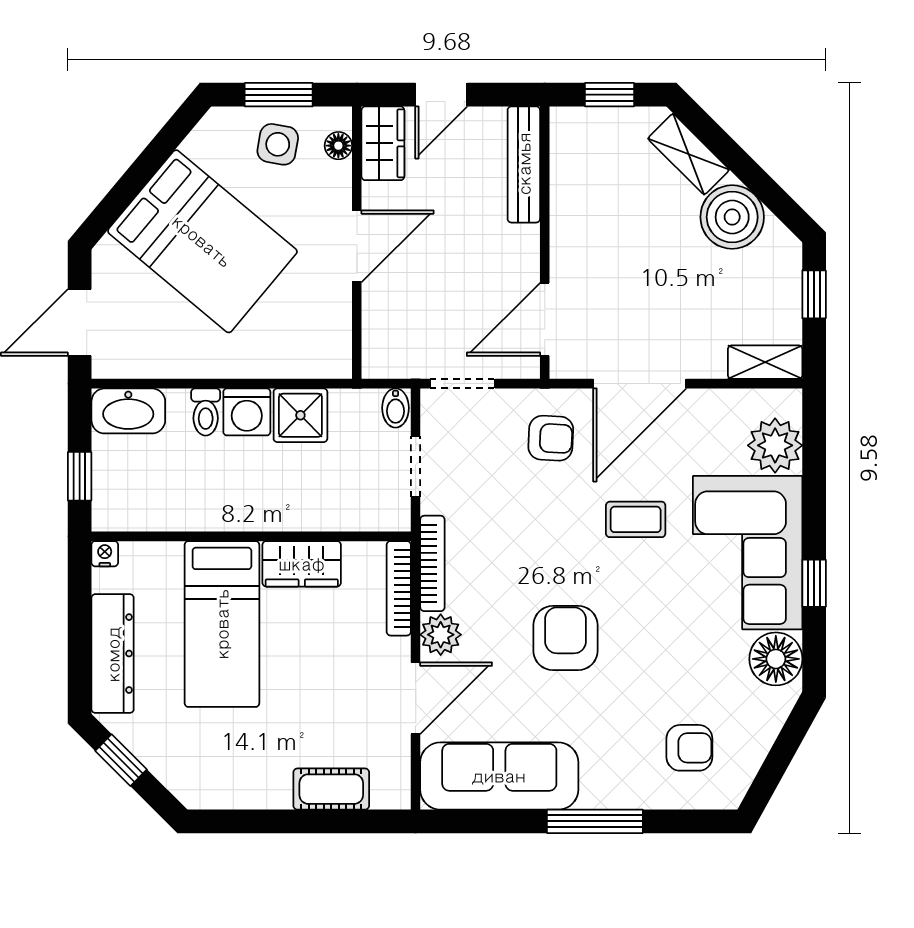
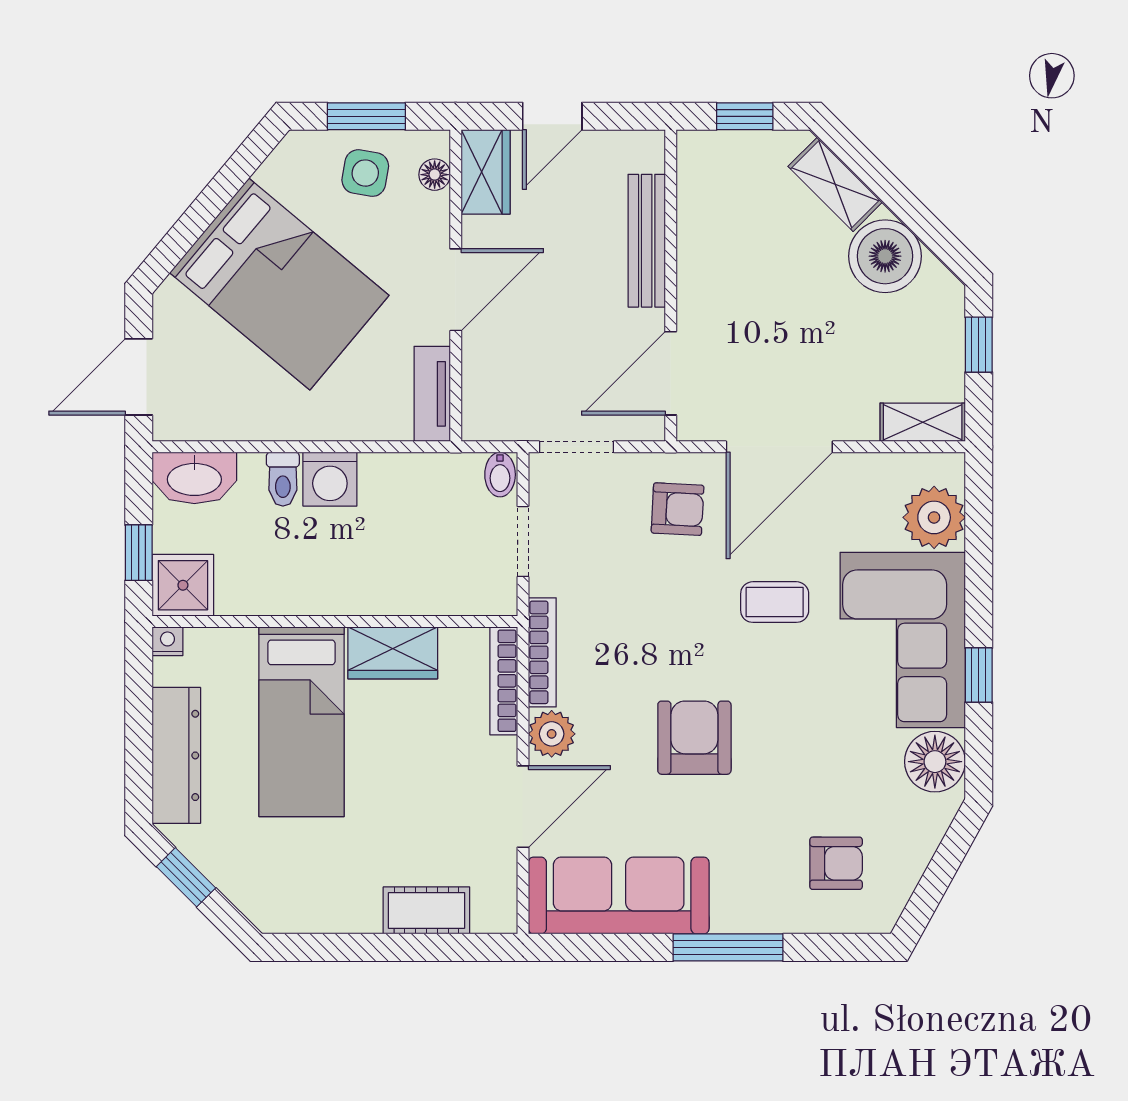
bench: (524, 164) -> (647, 241), moved
tv unit: (336, 337) -> (432, 394), added
shower: (300, 415) -> (183, 585), moved

